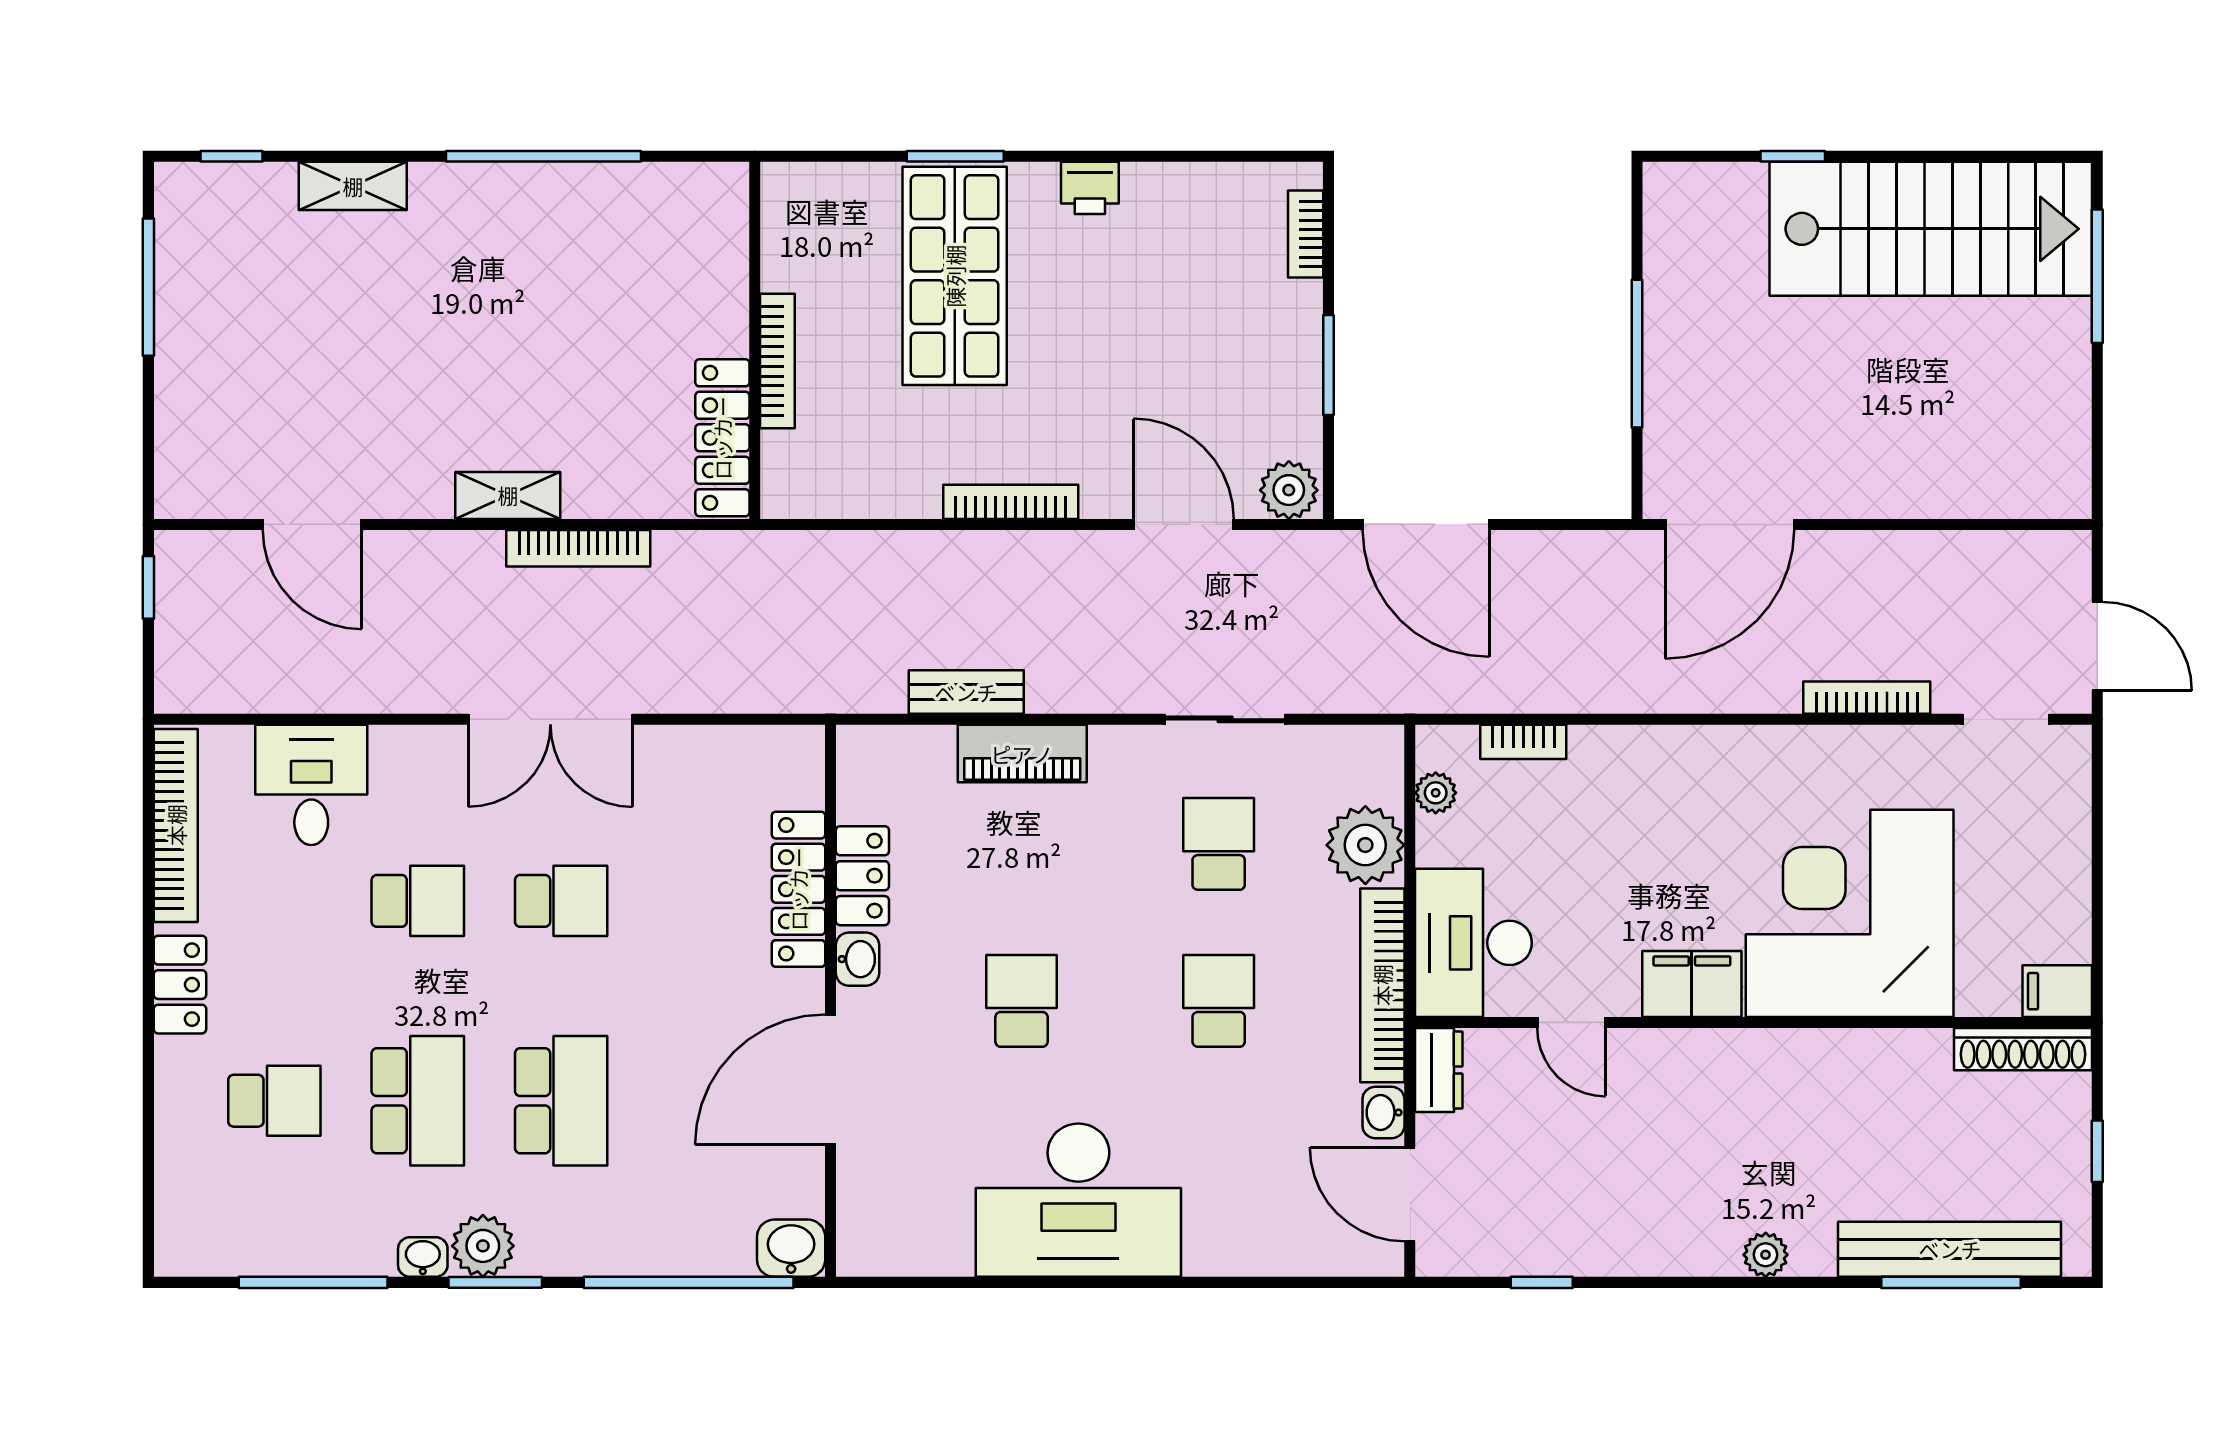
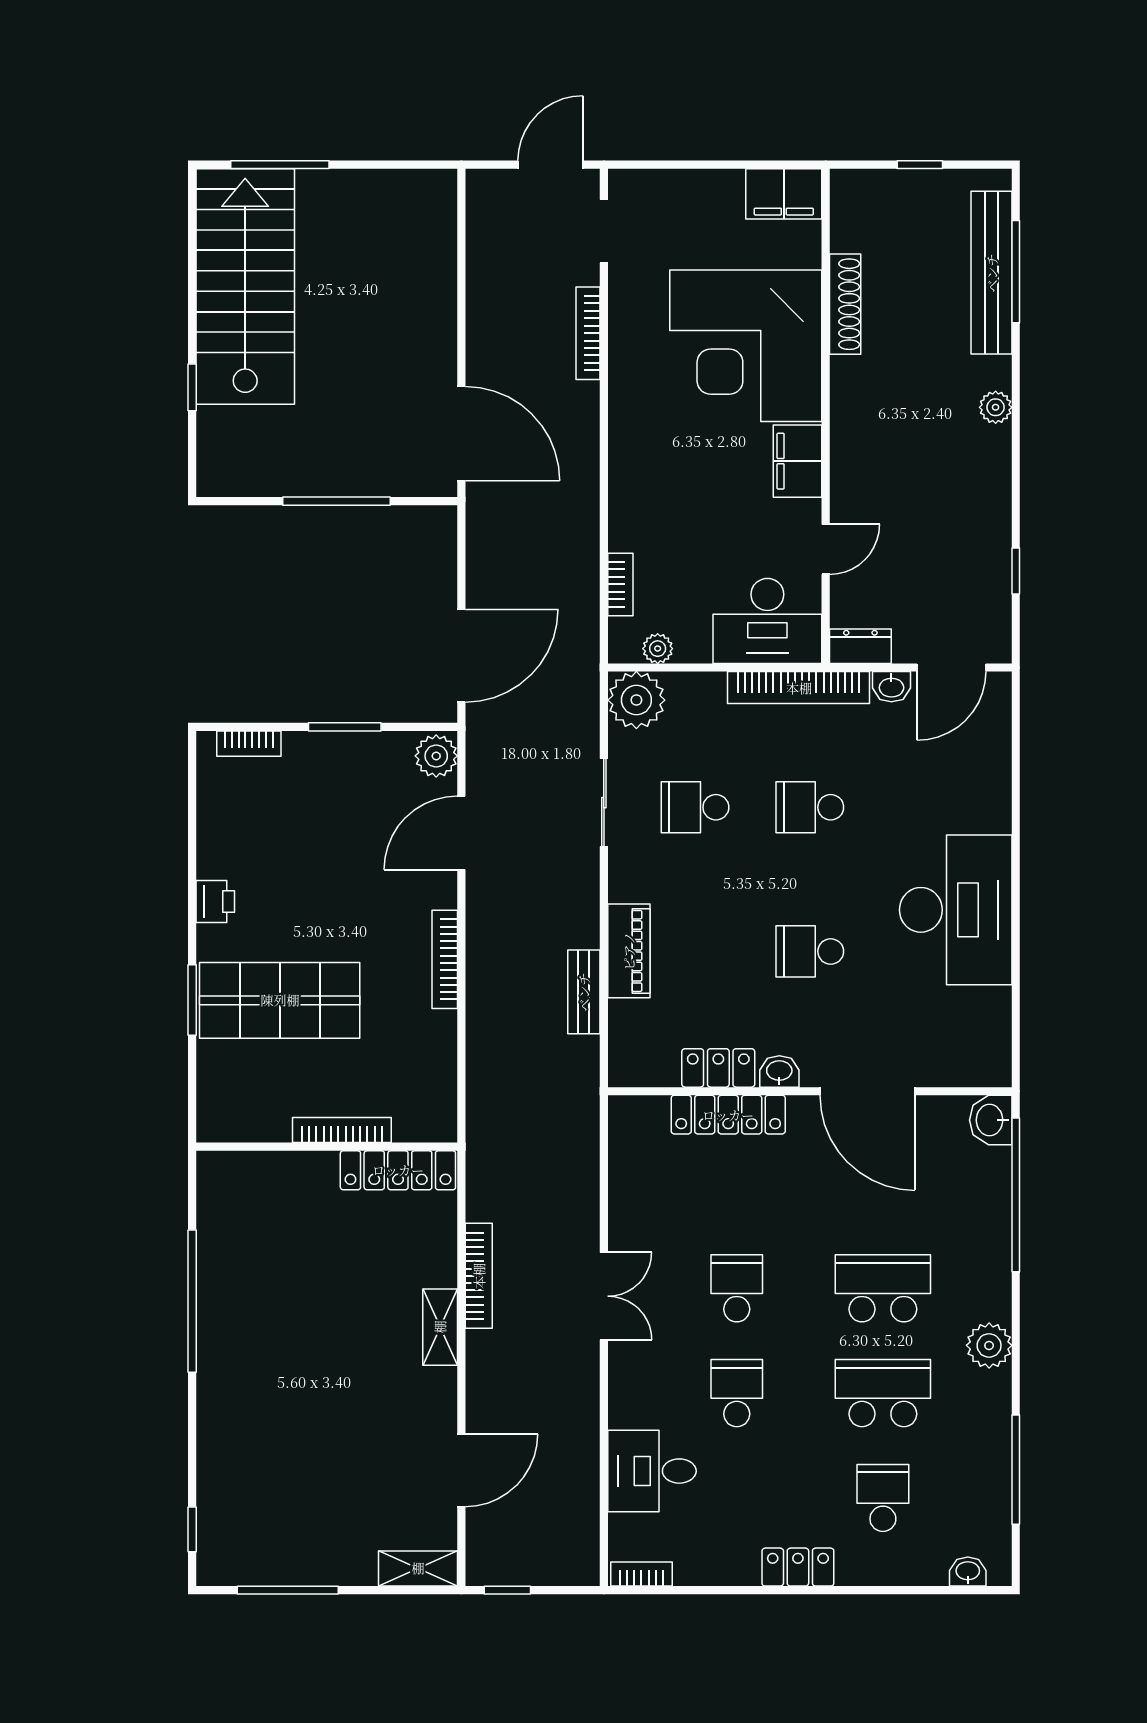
shelving: (353, 186) -> (418, 1568), moved, turned 90
double door: (550, 719) -> (604, 1296), width x0.73
bookcase: (176, 825) -> (641, 1574), width x0.43, depth x0.76
plant: (1365, 845) -> (636, 700), moved
filing cabinet: (2057, 991) -> (784, 194), width x2.00
shoe rack: (2023, 1049) -> (845, 304), moved
washbasin: (423, 1257) -> (968, 1572), moved, turned 90
window: (495, 1282) -> (1016, 1336), removed

